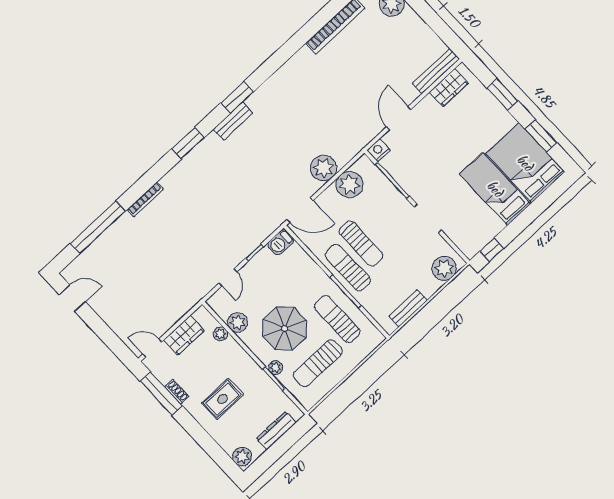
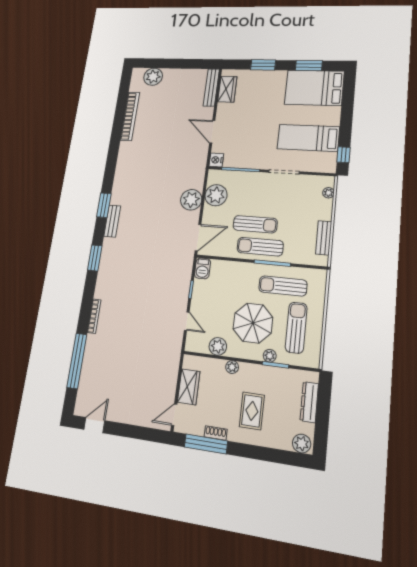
bed: (495, 189) -> (308, 138), moved
plant: (444, 268) -> (329, 193), width x0.53, depth x0.53
plant: (220, 334) -> (232, 367), moved
sun lounger: (318, 363) -> (296, 328), turned 180

